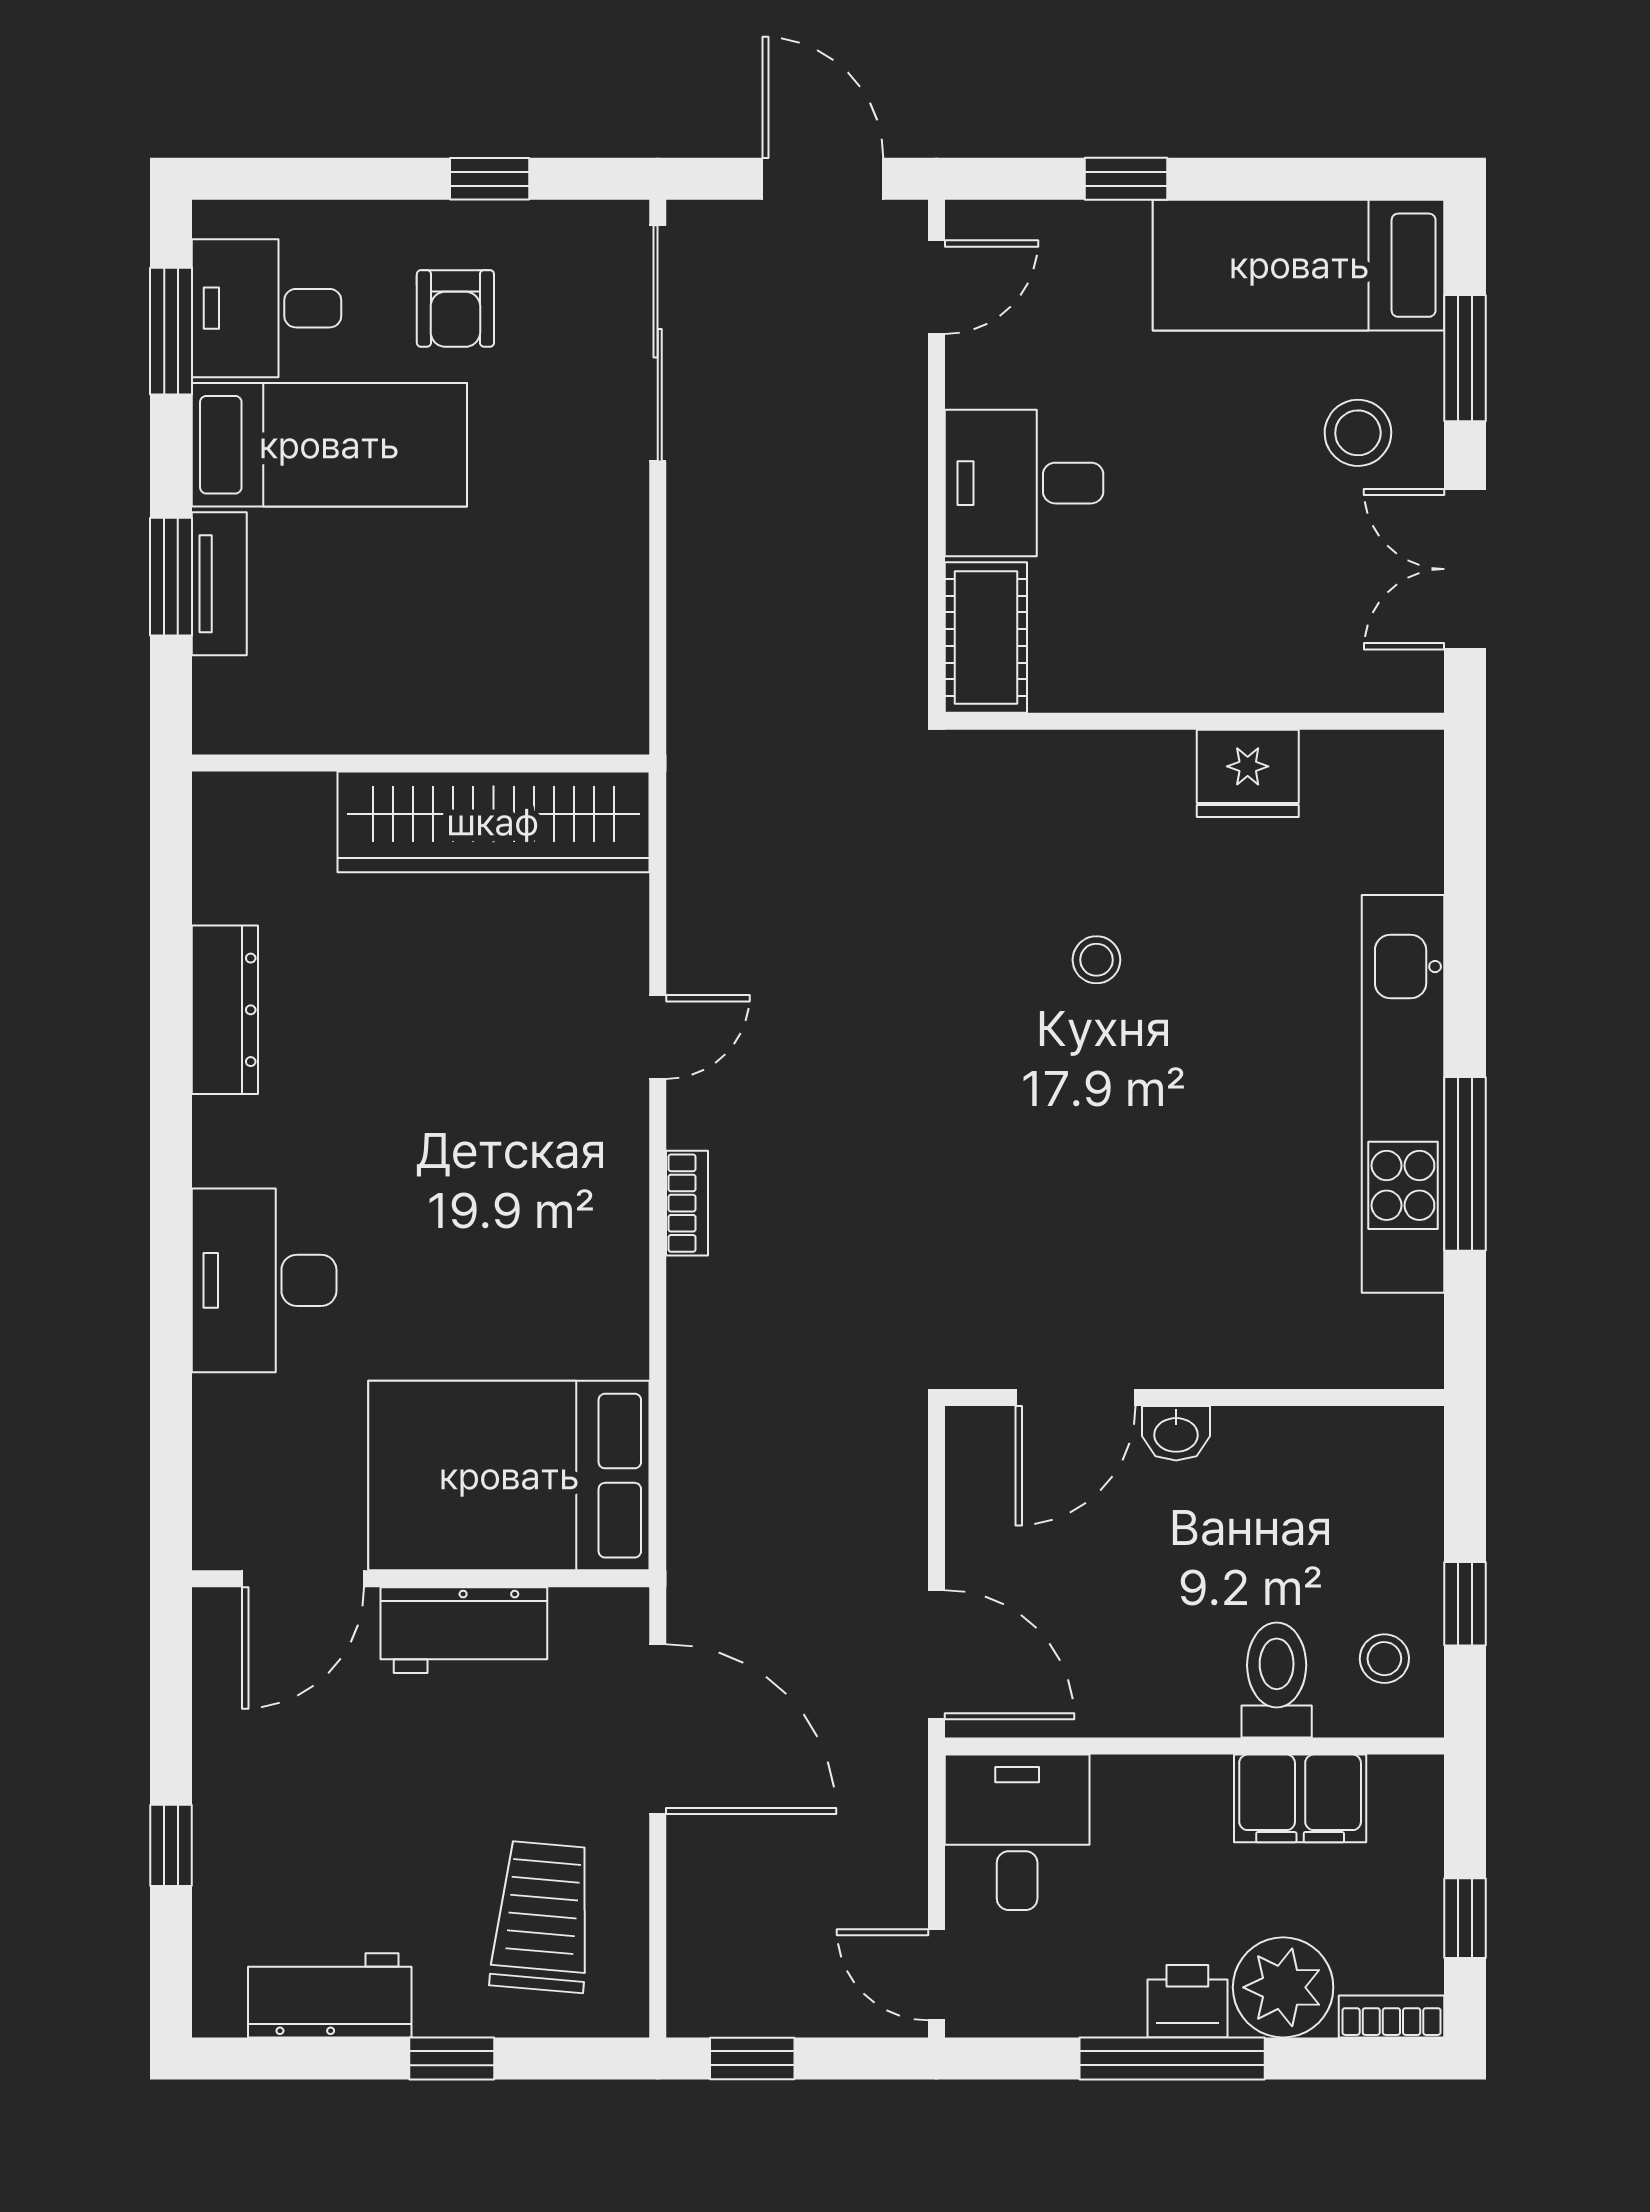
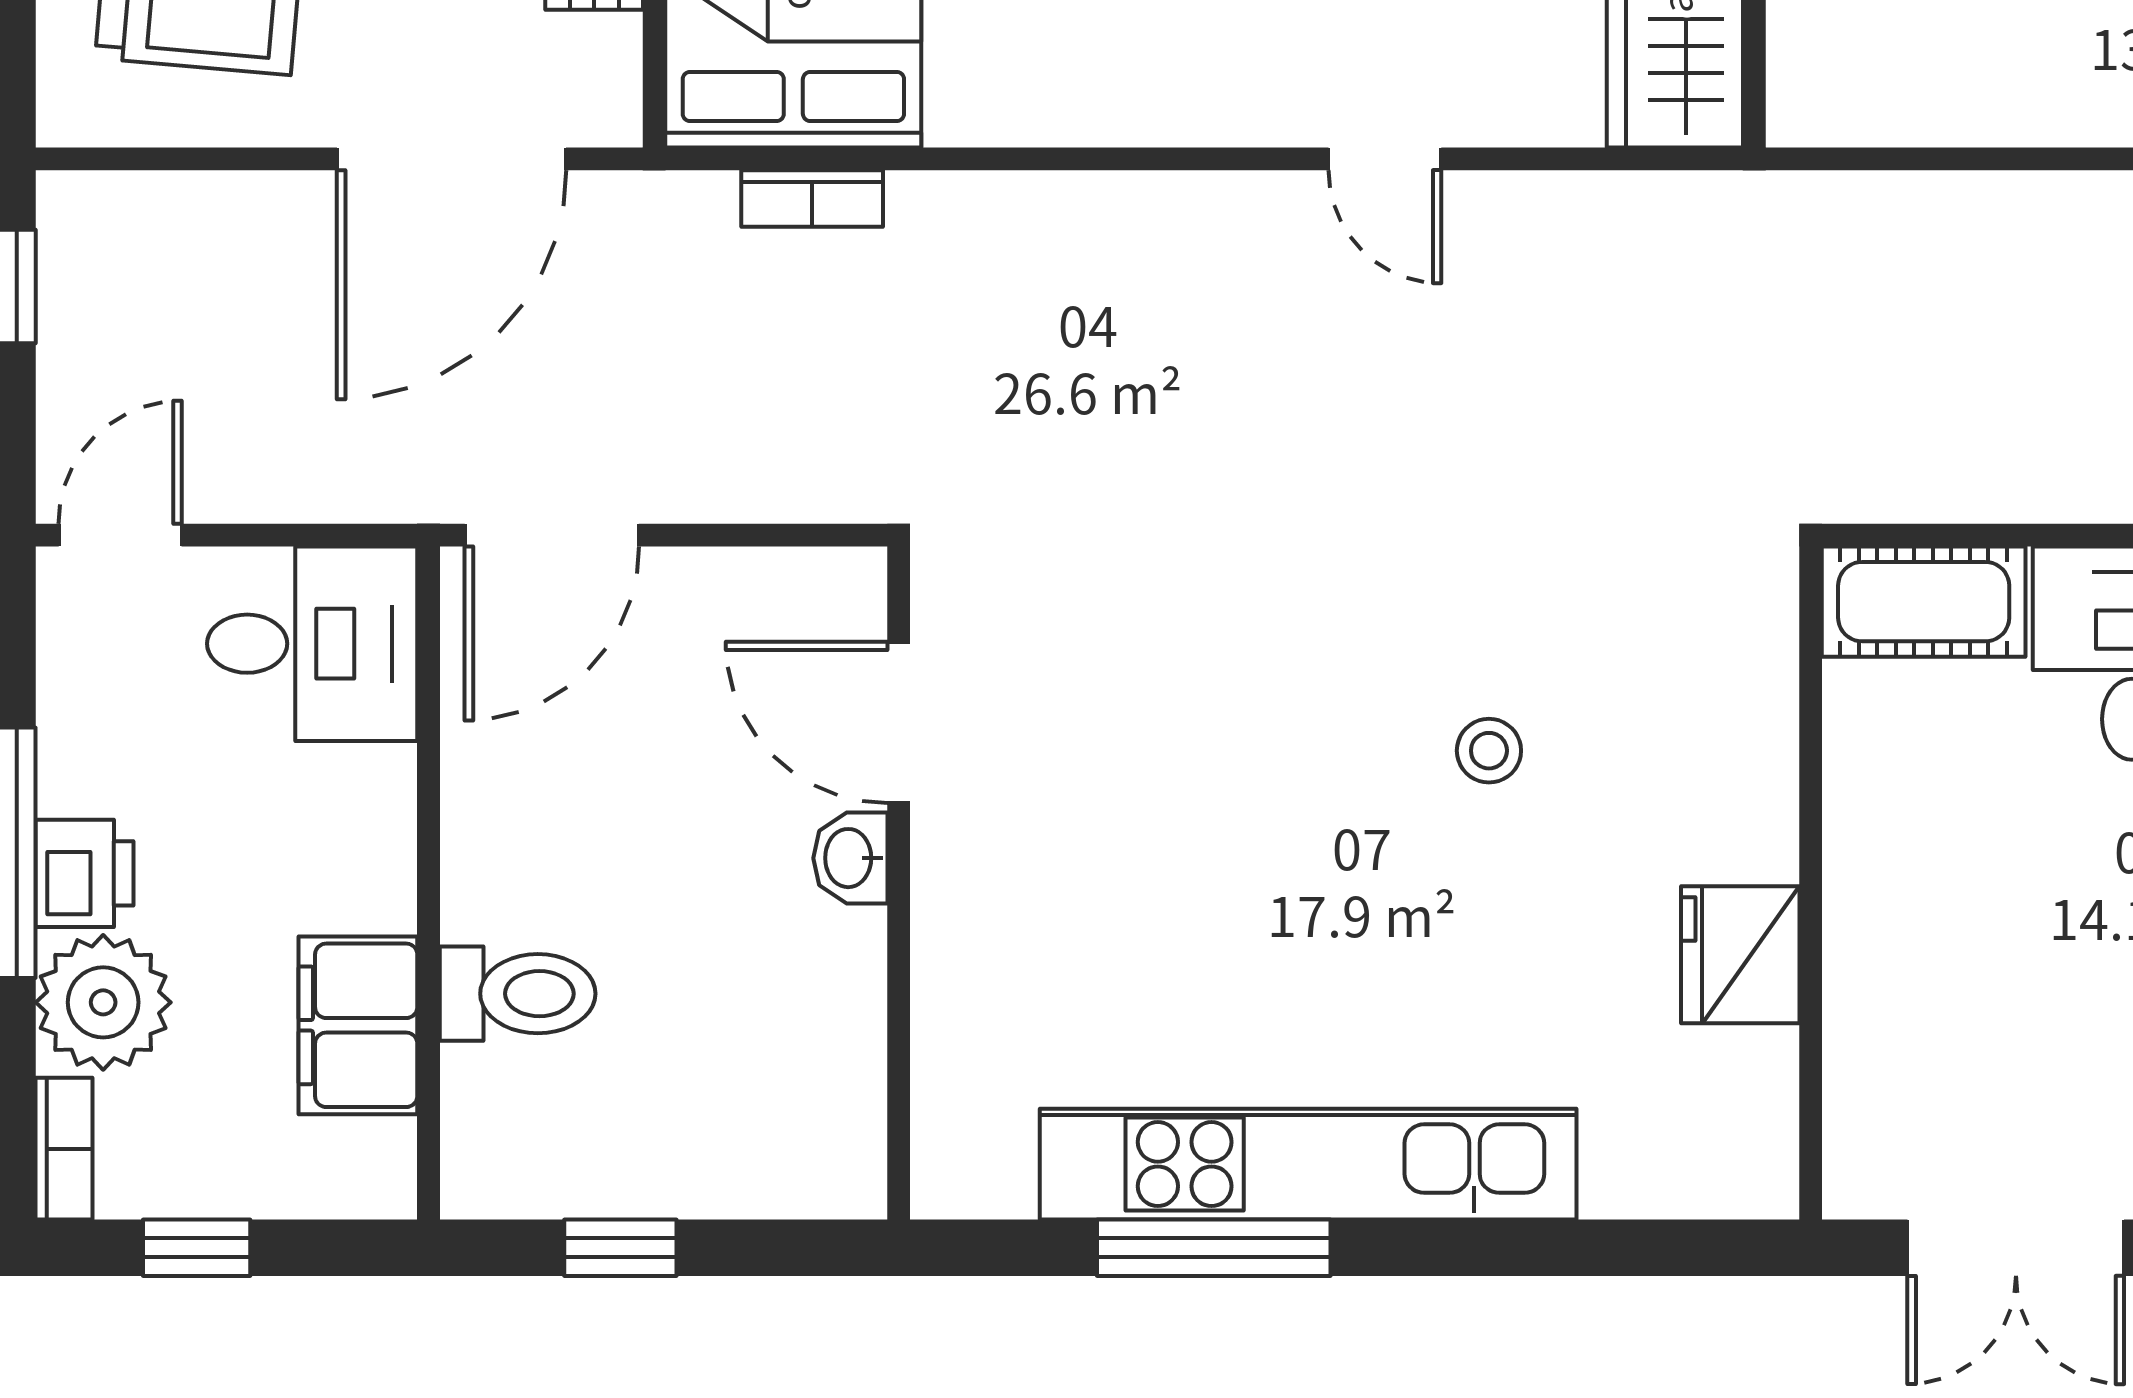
double door: (1465, 569) -> (2016, 1248), swing flipped
bookcase: (687, 1203) -> (812, 199), moved
stool: (1384, 1659) -> (547, 1139), removed

